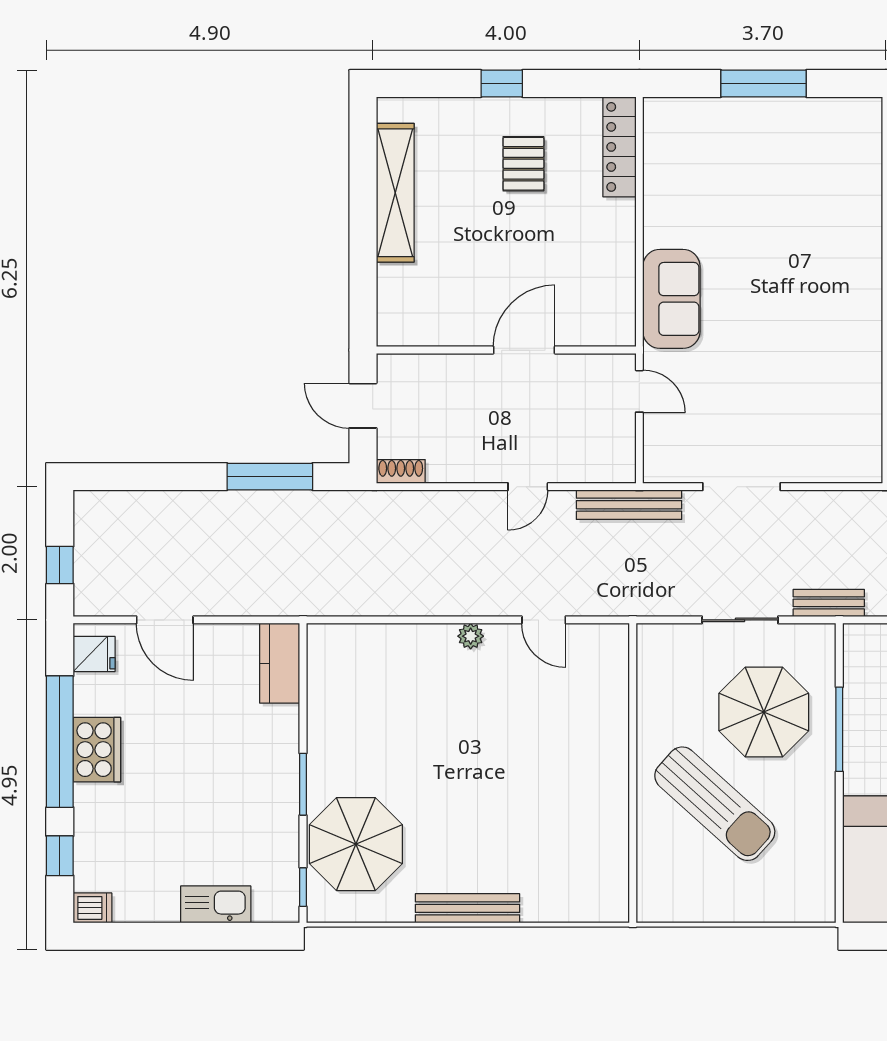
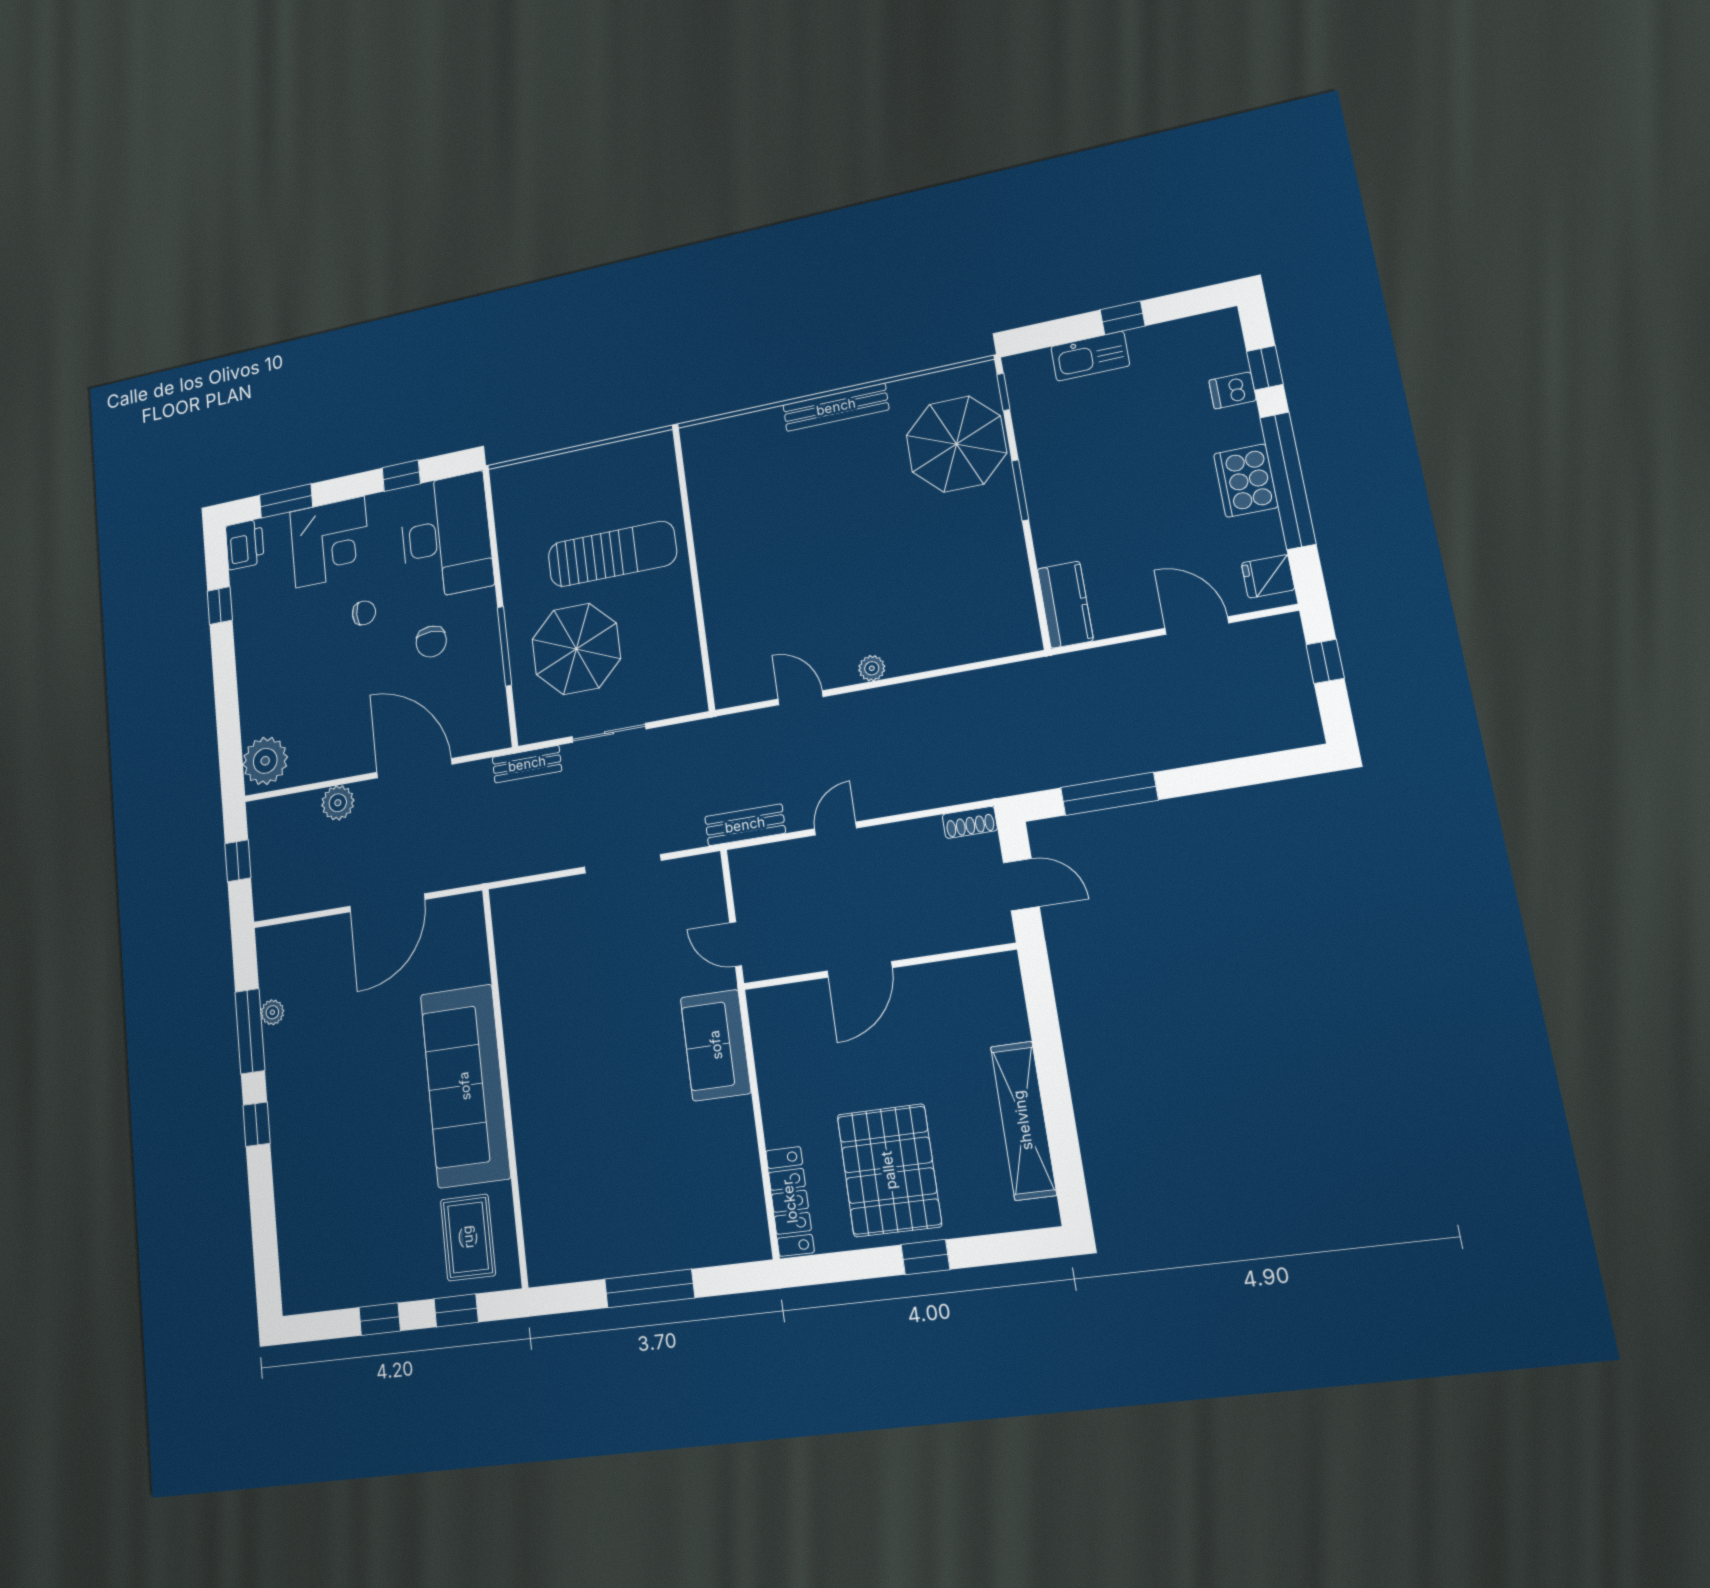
pallet: (523, 164) -> (889, 1170), width x2.05, depth x2.00
bench: (629, 505) -> (745, 825), width x0.73
sun lounger: (715, 804) -> (612, 554), turned 138
dishwasher: (92, 908) -> (1233, 390), moved
window: (179, 936) -> (1123, 318), added

